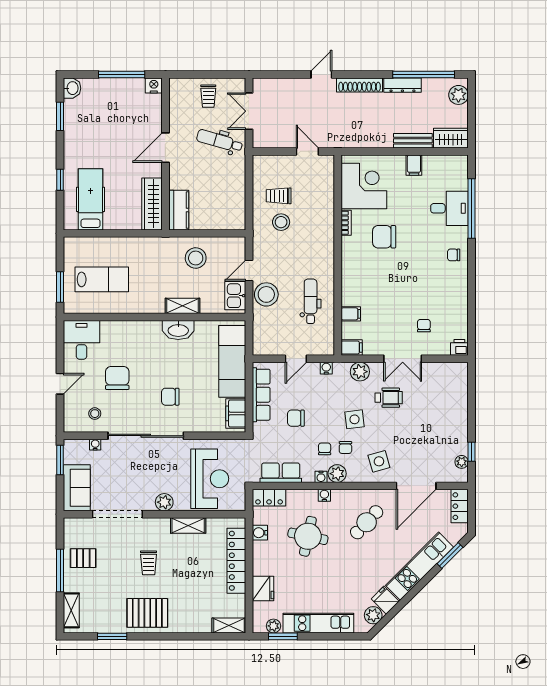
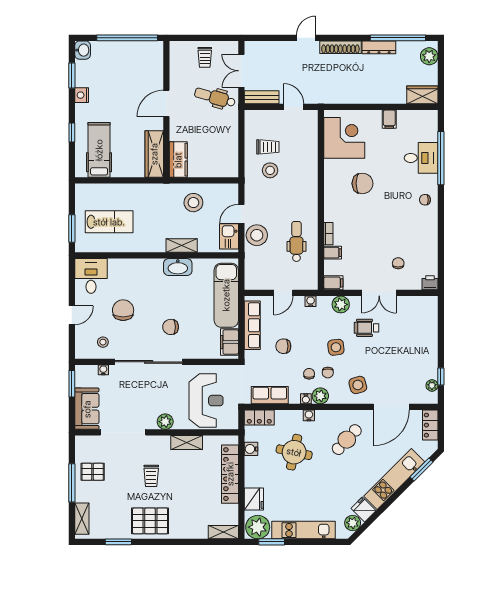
window: (122, 74) -> (127, 38), width x1.46
nightstand: (154, 85) -> (82, 95), moved, turned -90
bench: (413, 141) -> (262, 97), moved
trolley: (279, 196) -> (268, 147), turned 180
bookcase: (346, 223) -> (328, 234), moved
chair: (384, 237) -> (363, 183), turned 180
wheelchair: (389, 398) -> (366, 328), turned 180
plant: (273, 626) -> (258, 527), width x1.88, depth x1.88

